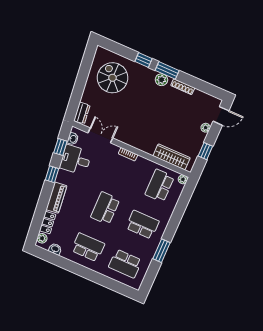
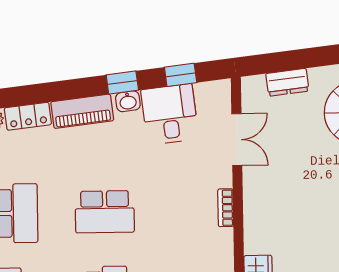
dresser: (82, 113) -> (287, 82), moved
washbasin: (73, 139) -> (128, 101), moved
school desk: (105, 208) -> (105, 212), turned 180

